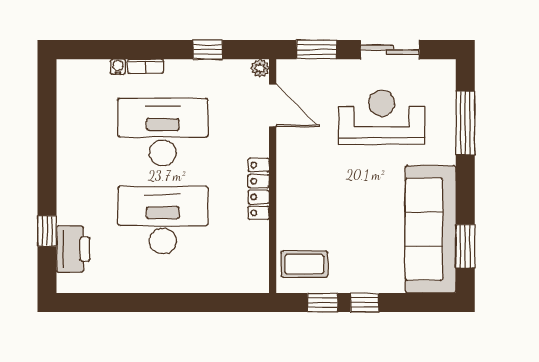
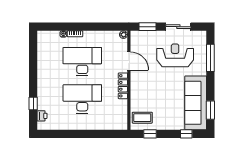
window: (208, 50) -> (101, 27), removed
door: (273, 105) -> (129, 61), moved
printer: (73, 249) -> (42, 116), width x0.53, depth x0.68
window: (365, 302) -> (186, 134), moved

